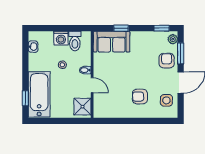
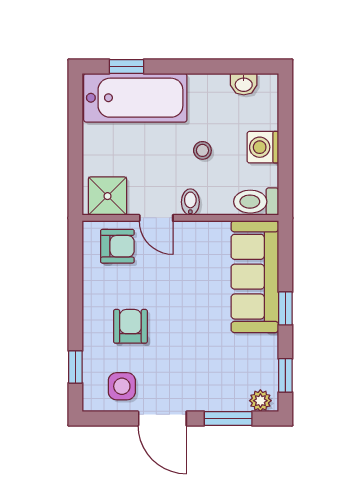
window: (121, 28) -> (285, 308), moved
toilet: (75, 41) -> (256, 202), moved
sofa: (112, 42) -> (255, 277), width x1.36
armchair: (167, 61) -> (117, 246), moved
door: (92, 85) -> (156, 218), hinge flipped
window: (158, 121) -> (75, 367), added

